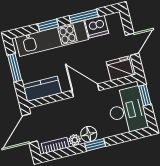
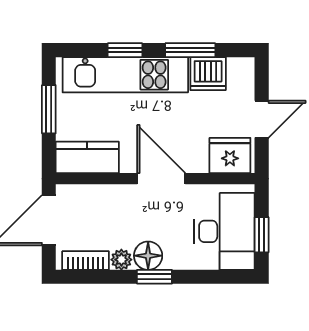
window: (145, 95) -> (262, 235), moved

